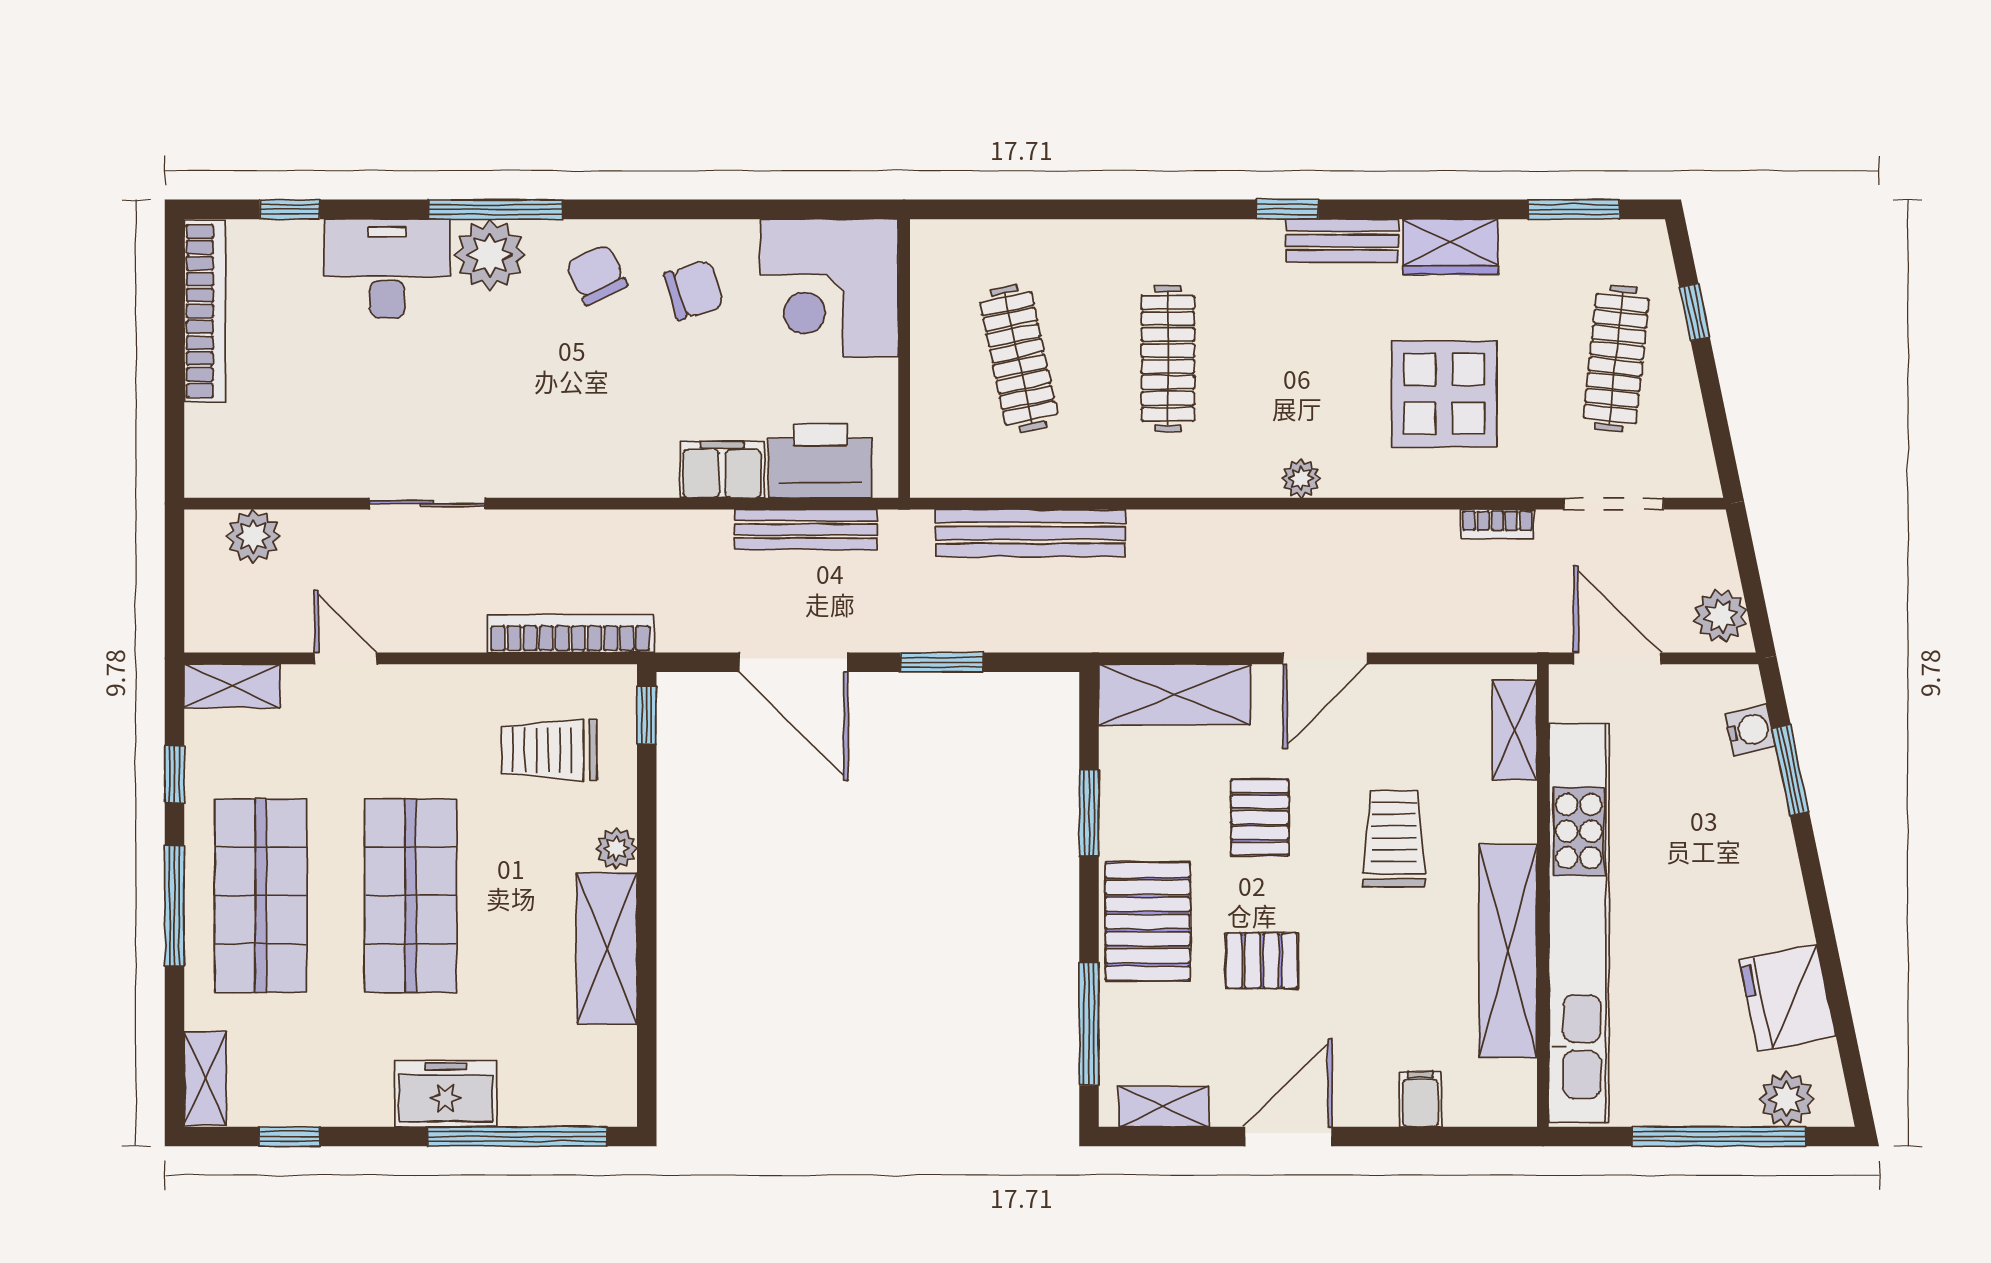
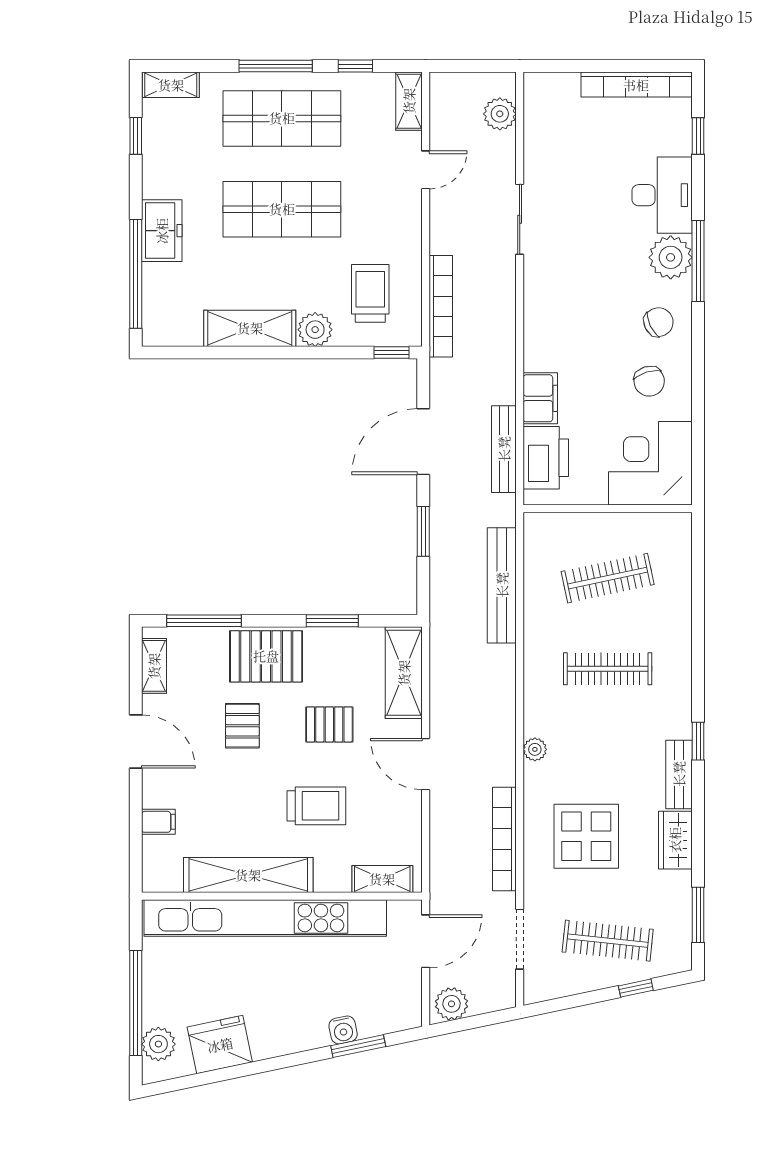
bookcase: (1497, 524) -> (504, 839), width x2.31, depth x1.31
water cooler: (1750, 730) -> (343, 1030), moved
plant: (616, 849) -> (315, 330), width x1.38, depth x1.38

